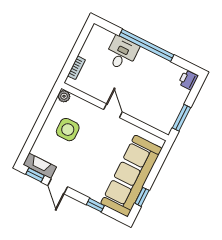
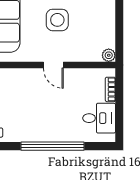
desk: (122, 53) -> (99, 118), moved, turned -90
side table: (68, 130) -> (57, 20), moved

